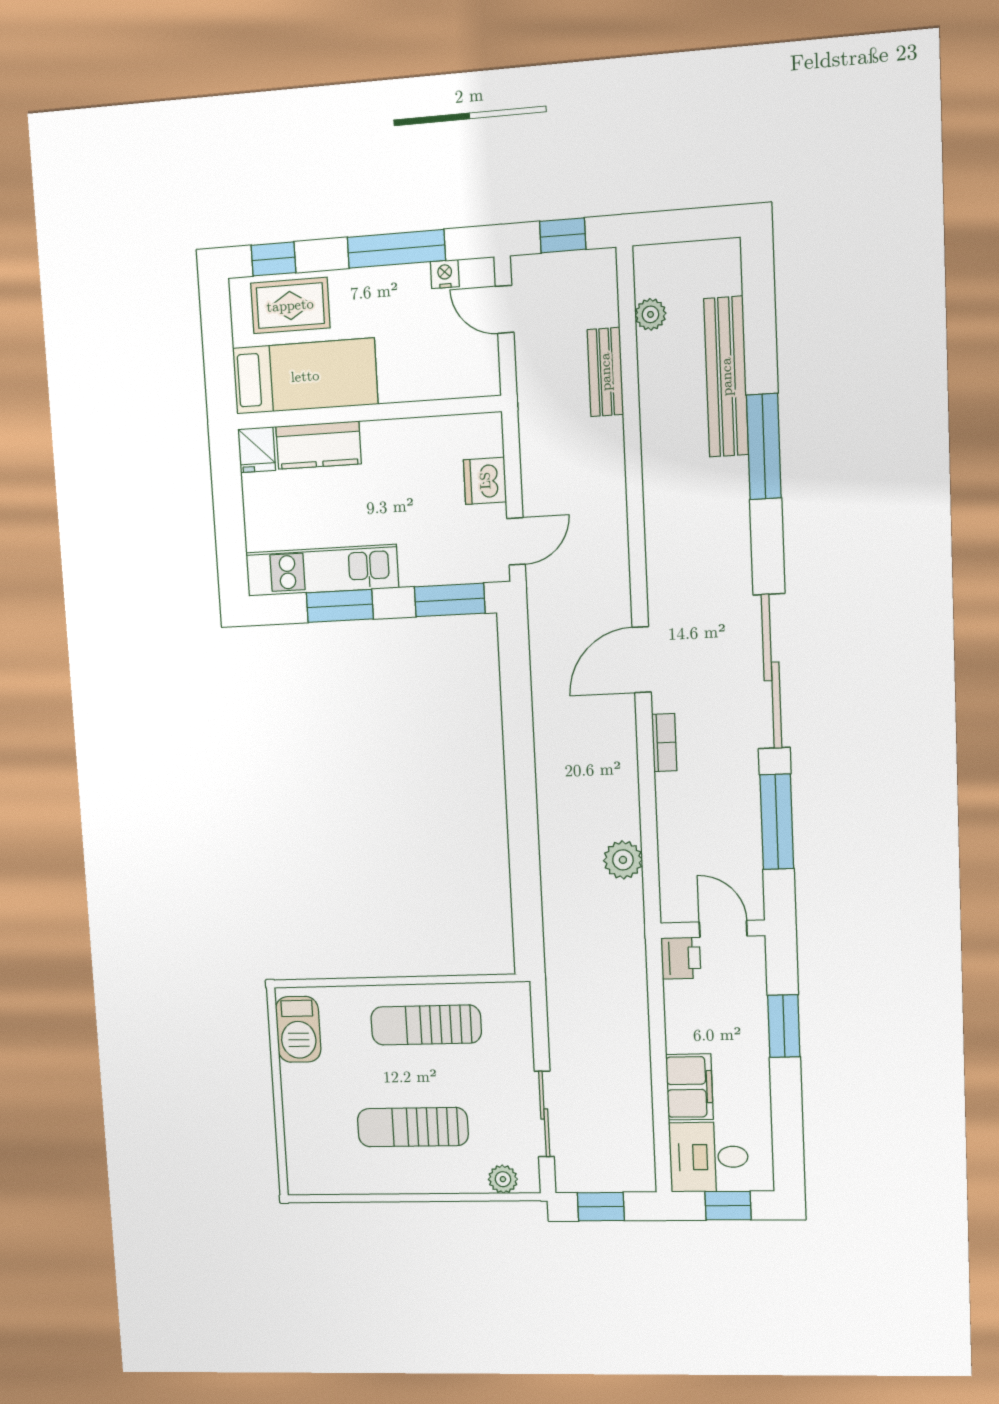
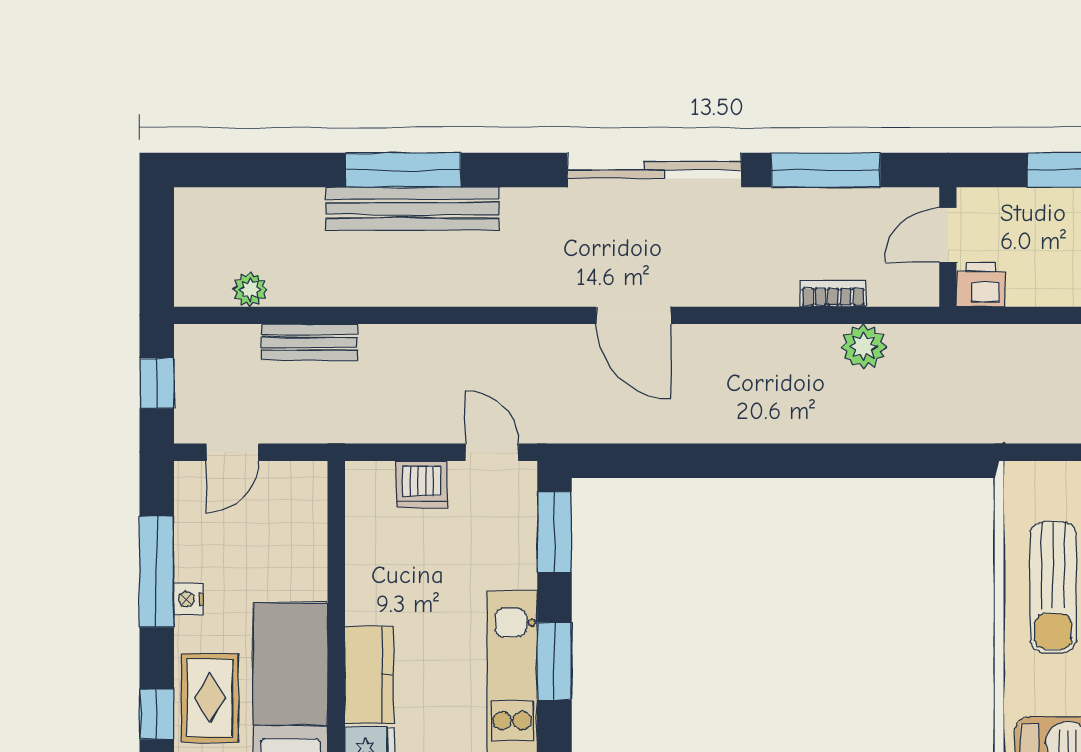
nightstand: (445, 274) -> (189, 599), moved
bench: (726, 377) -> (412, 209), moved
bookcase: (664, 743) -> (833, 294), moved

